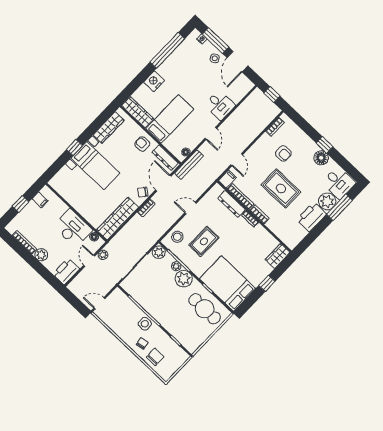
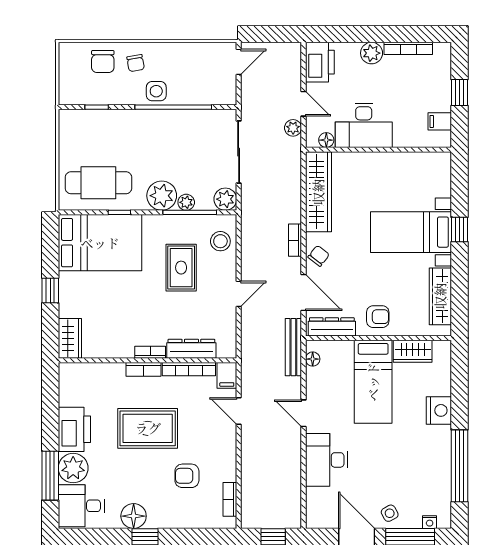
desk: (220, 105) -> (326, 460), width x1.37
wardrobe: (138, 112) -> (413, 351), width x0.67

